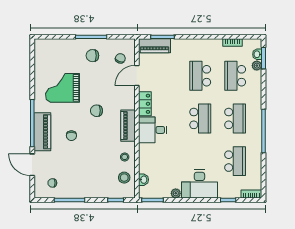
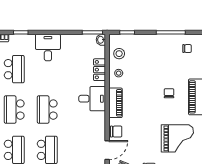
locker: (145, 104) -> (100, 70), moved
chair: (96, 111) -> (116, 132), moved
school desk: (235, 161) -> (14, 69), turned 180
washbasin: (144, 180) -> (101, 40), moved
desk: (199, 184) -> (48, 47), width x0.73
plant: (176, 193) -> (70, 39), removed

